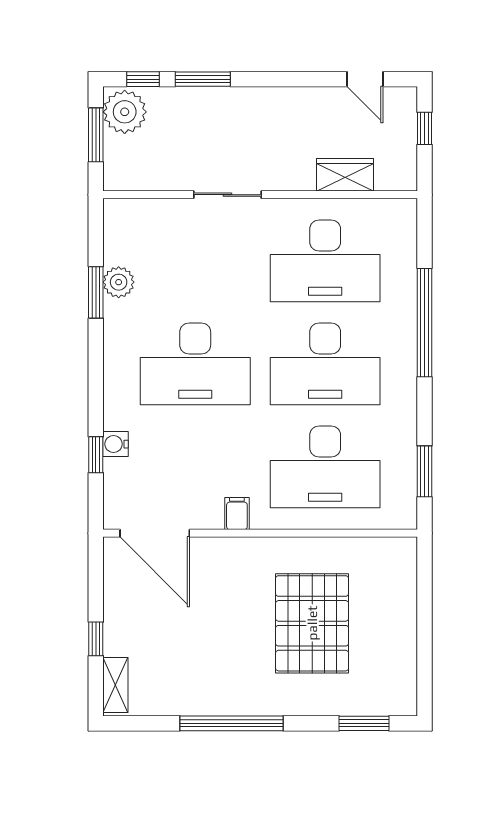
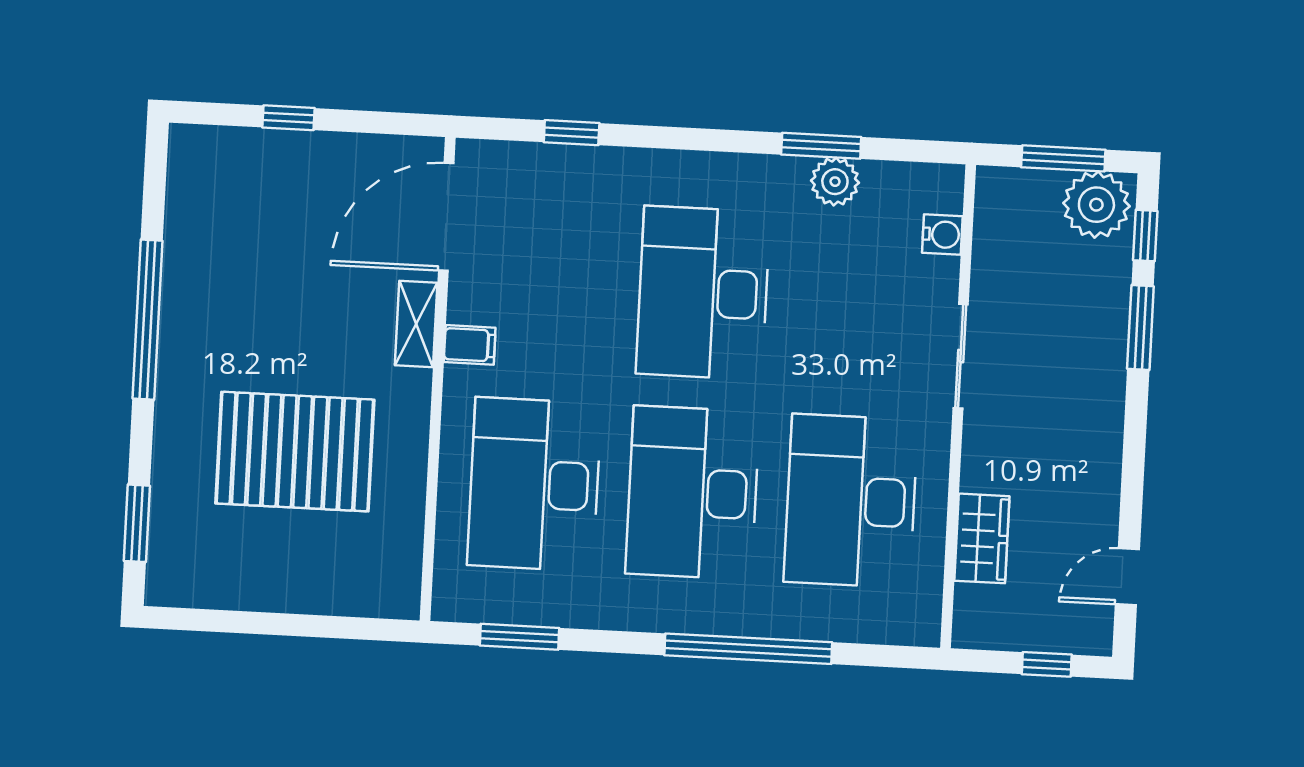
water cooler: (116, 444) -> (942, 234), moved, turned 90
shelving: (115, 685) -> (416, 324), moved, turned 90

